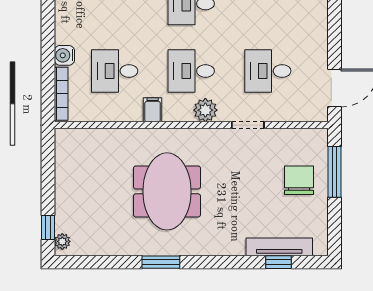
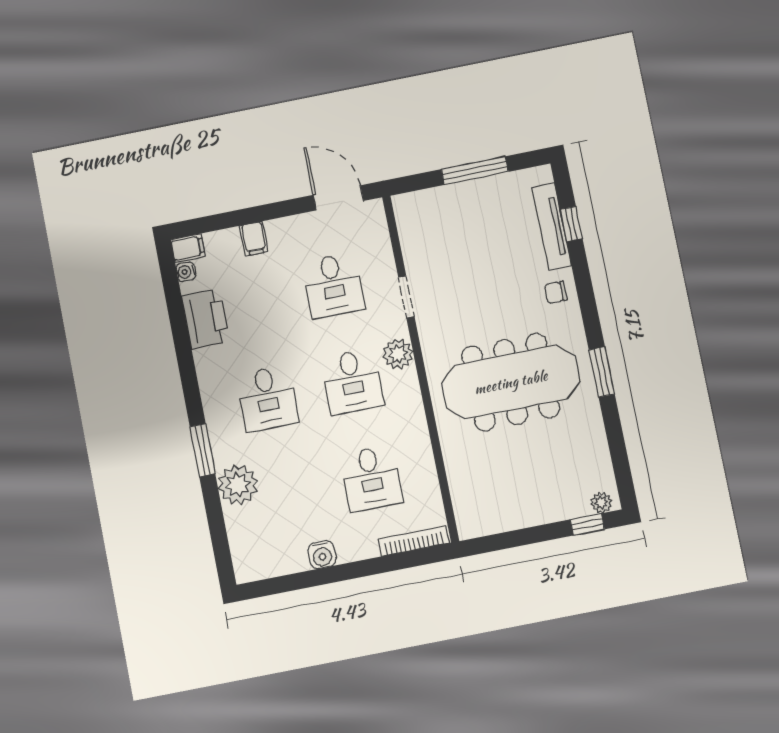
water cooler: (64, 55) -> (322, 555), moved
filing cabinet: (153, 110) -> (254, 239), moved, turned -90
window: (335, 172) -> (475, 171), moved
chair: (299, 180) -> (556, 292), moved, width x0.54, depth x0.54
meeting table: (167, 191) -> (511, 382), width x1.36

